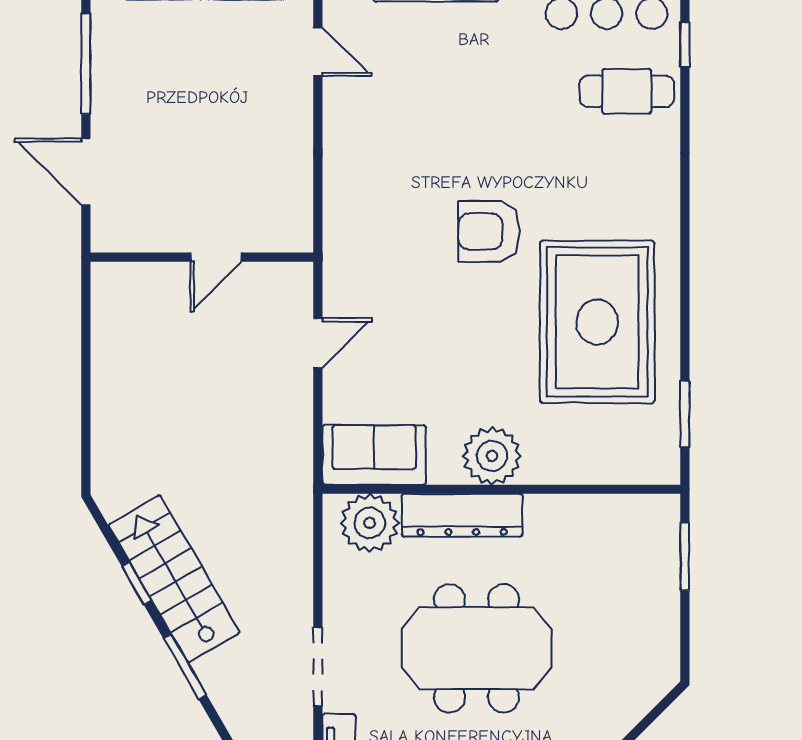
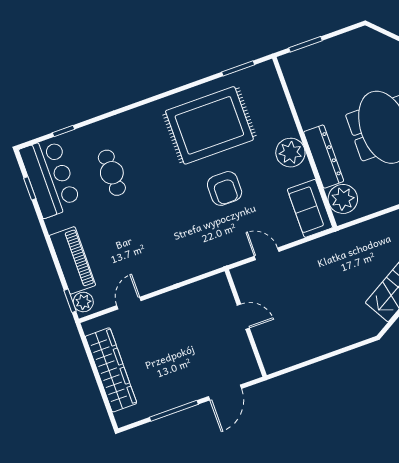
cafe table: (627, 91) -> (112, 173), moved
armchair: (489, 231) -> (225, 188), moved

